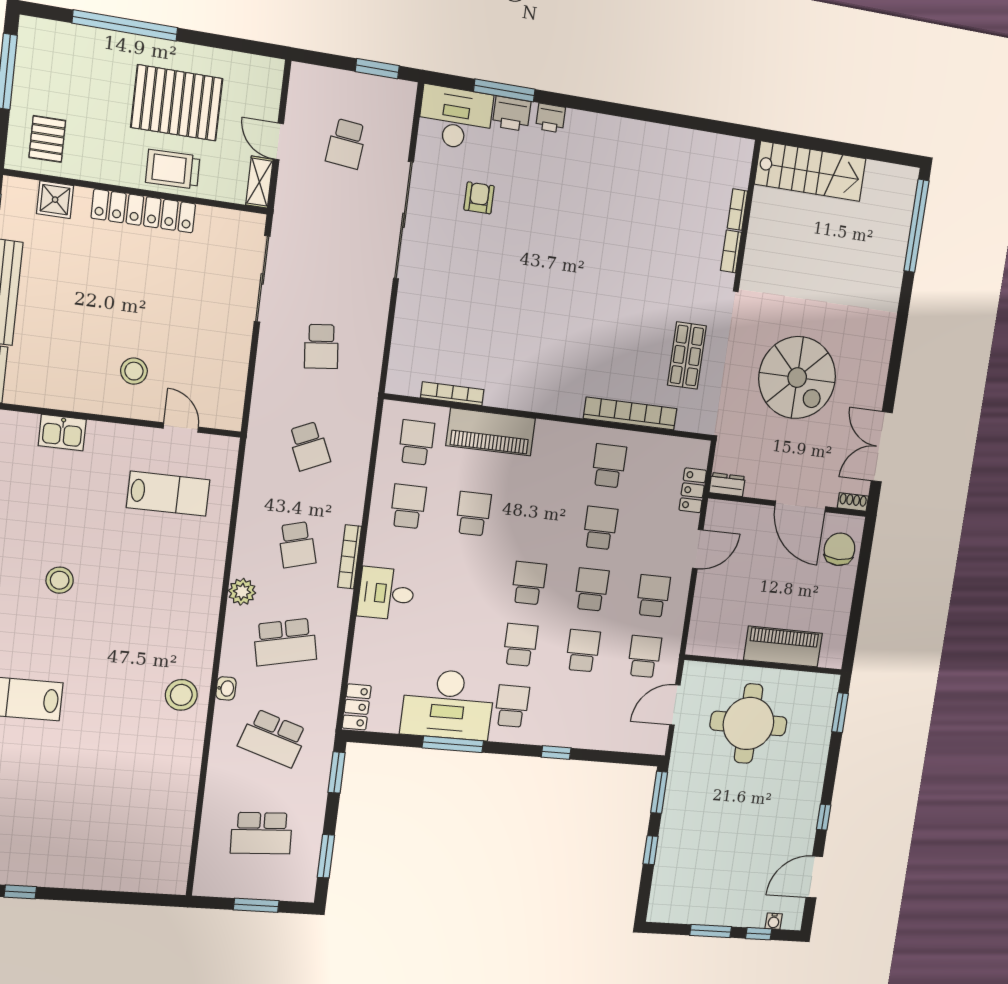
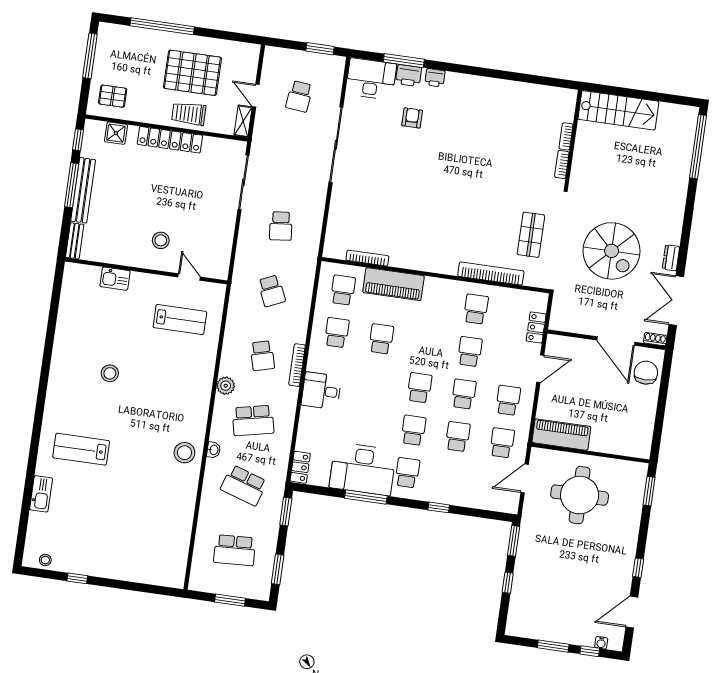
pallet: (47, 139) -> (113, 96), turned 90
armchair: (479, 198) -> (412, 118), moved
dresser: (727, 485) -> (671, 258), moved, turned -90
piano: (783, 647) -> (561, 435), moved

